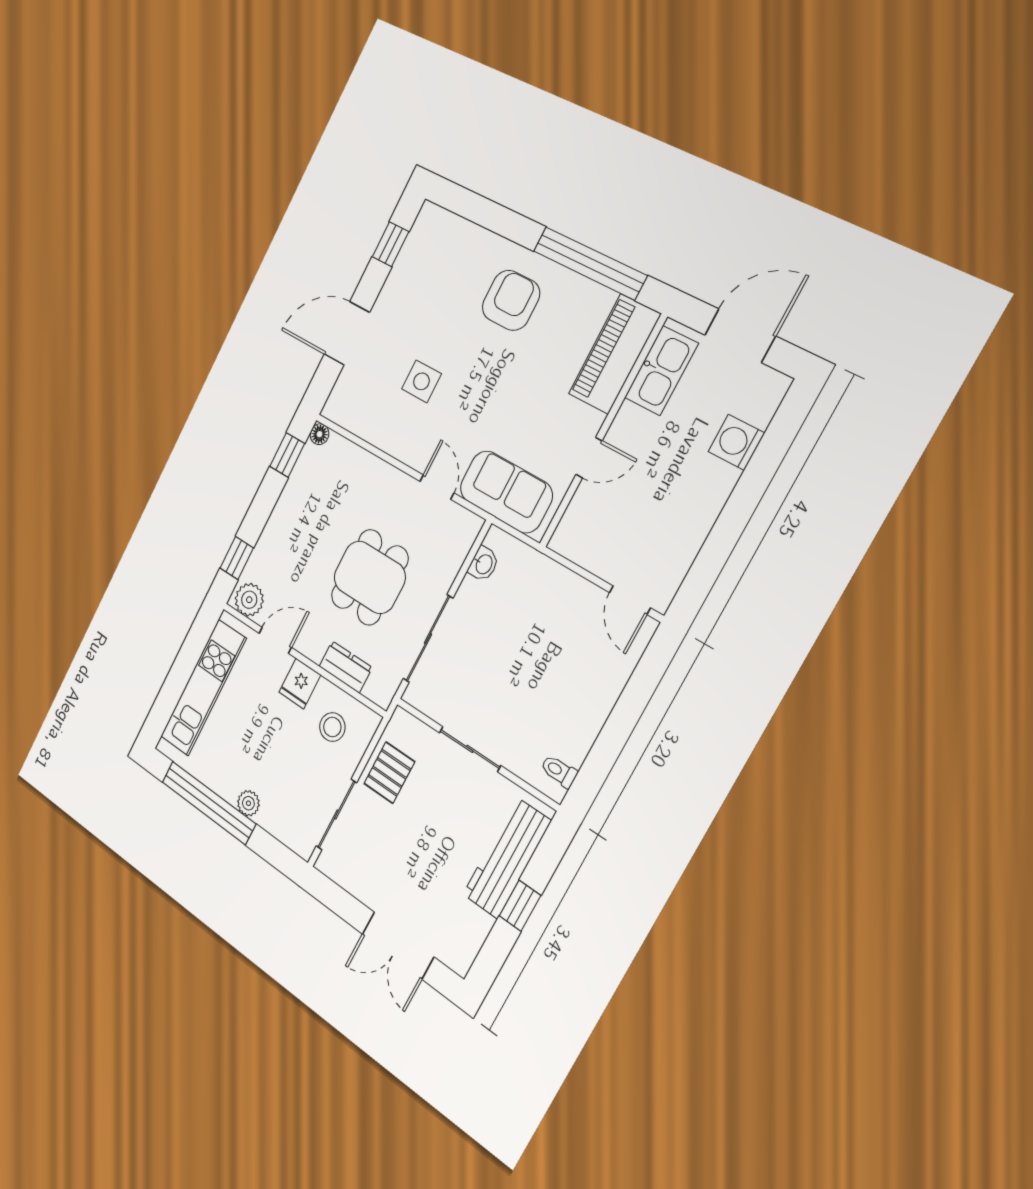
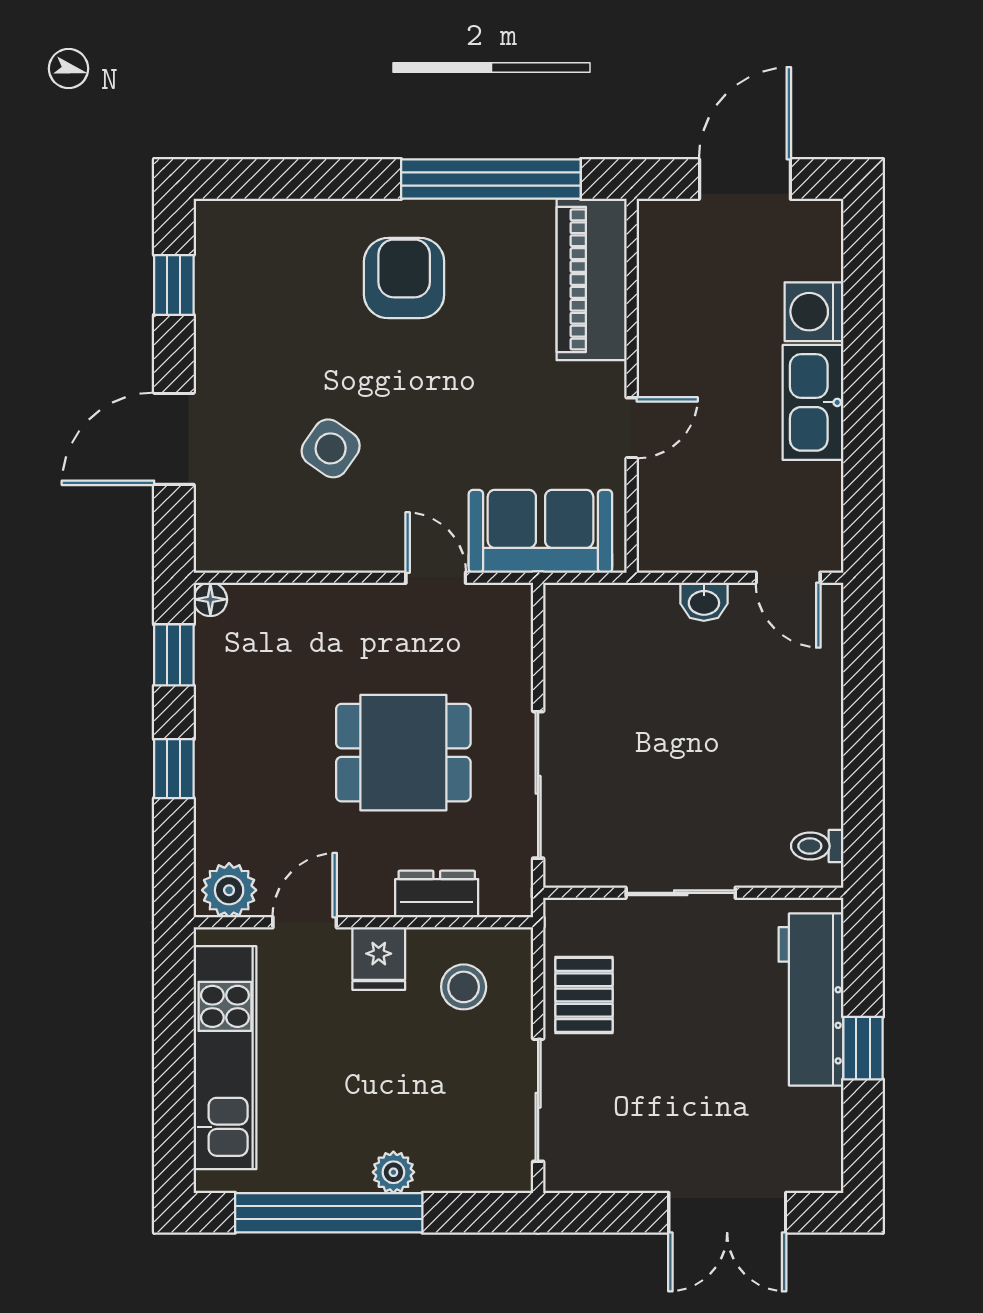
kitchen sink: (661, 371) -> (813, 402), moved, turned 180
side table: (421, 381) -> (331, 448), turned 35
window: (237, 558) -> (174, 769), moved
washbasin: (483, 564) -> (704, 602), moved, turned 90
dining table: (370, 577) -> (403, 753), turned 90

